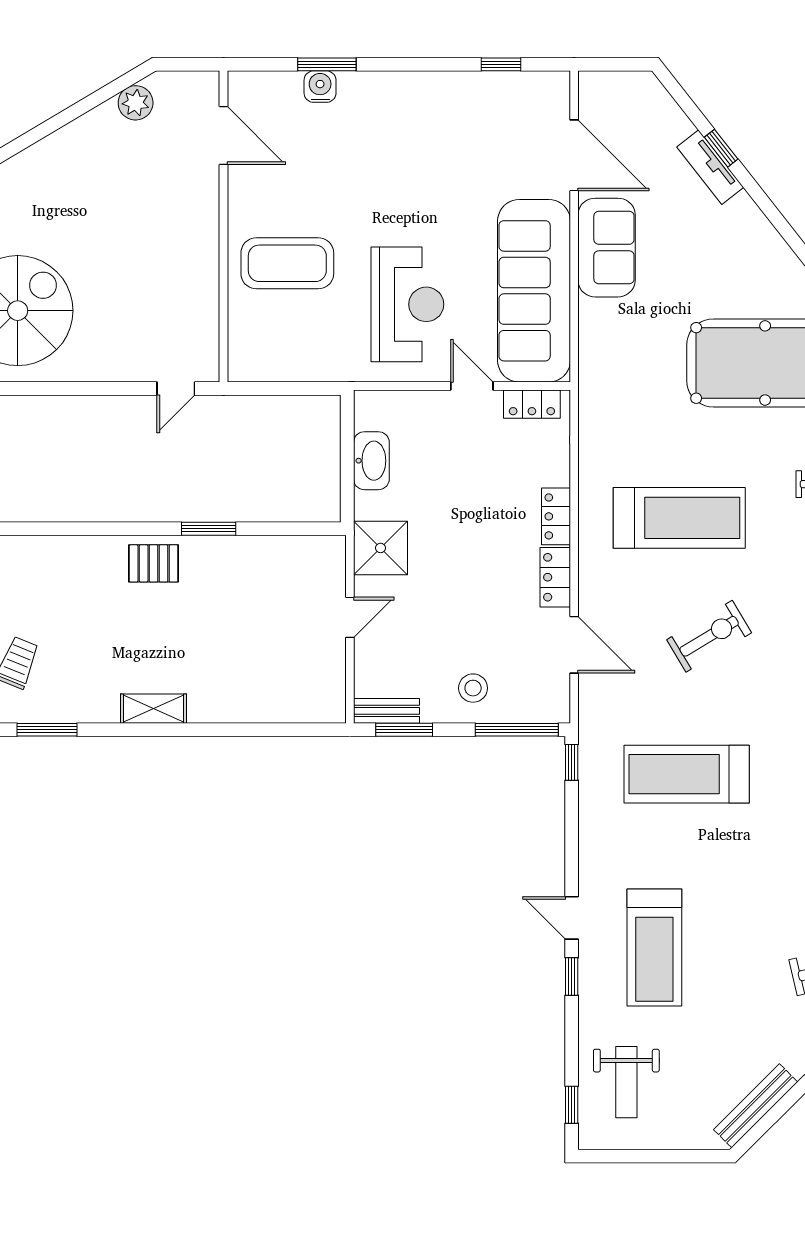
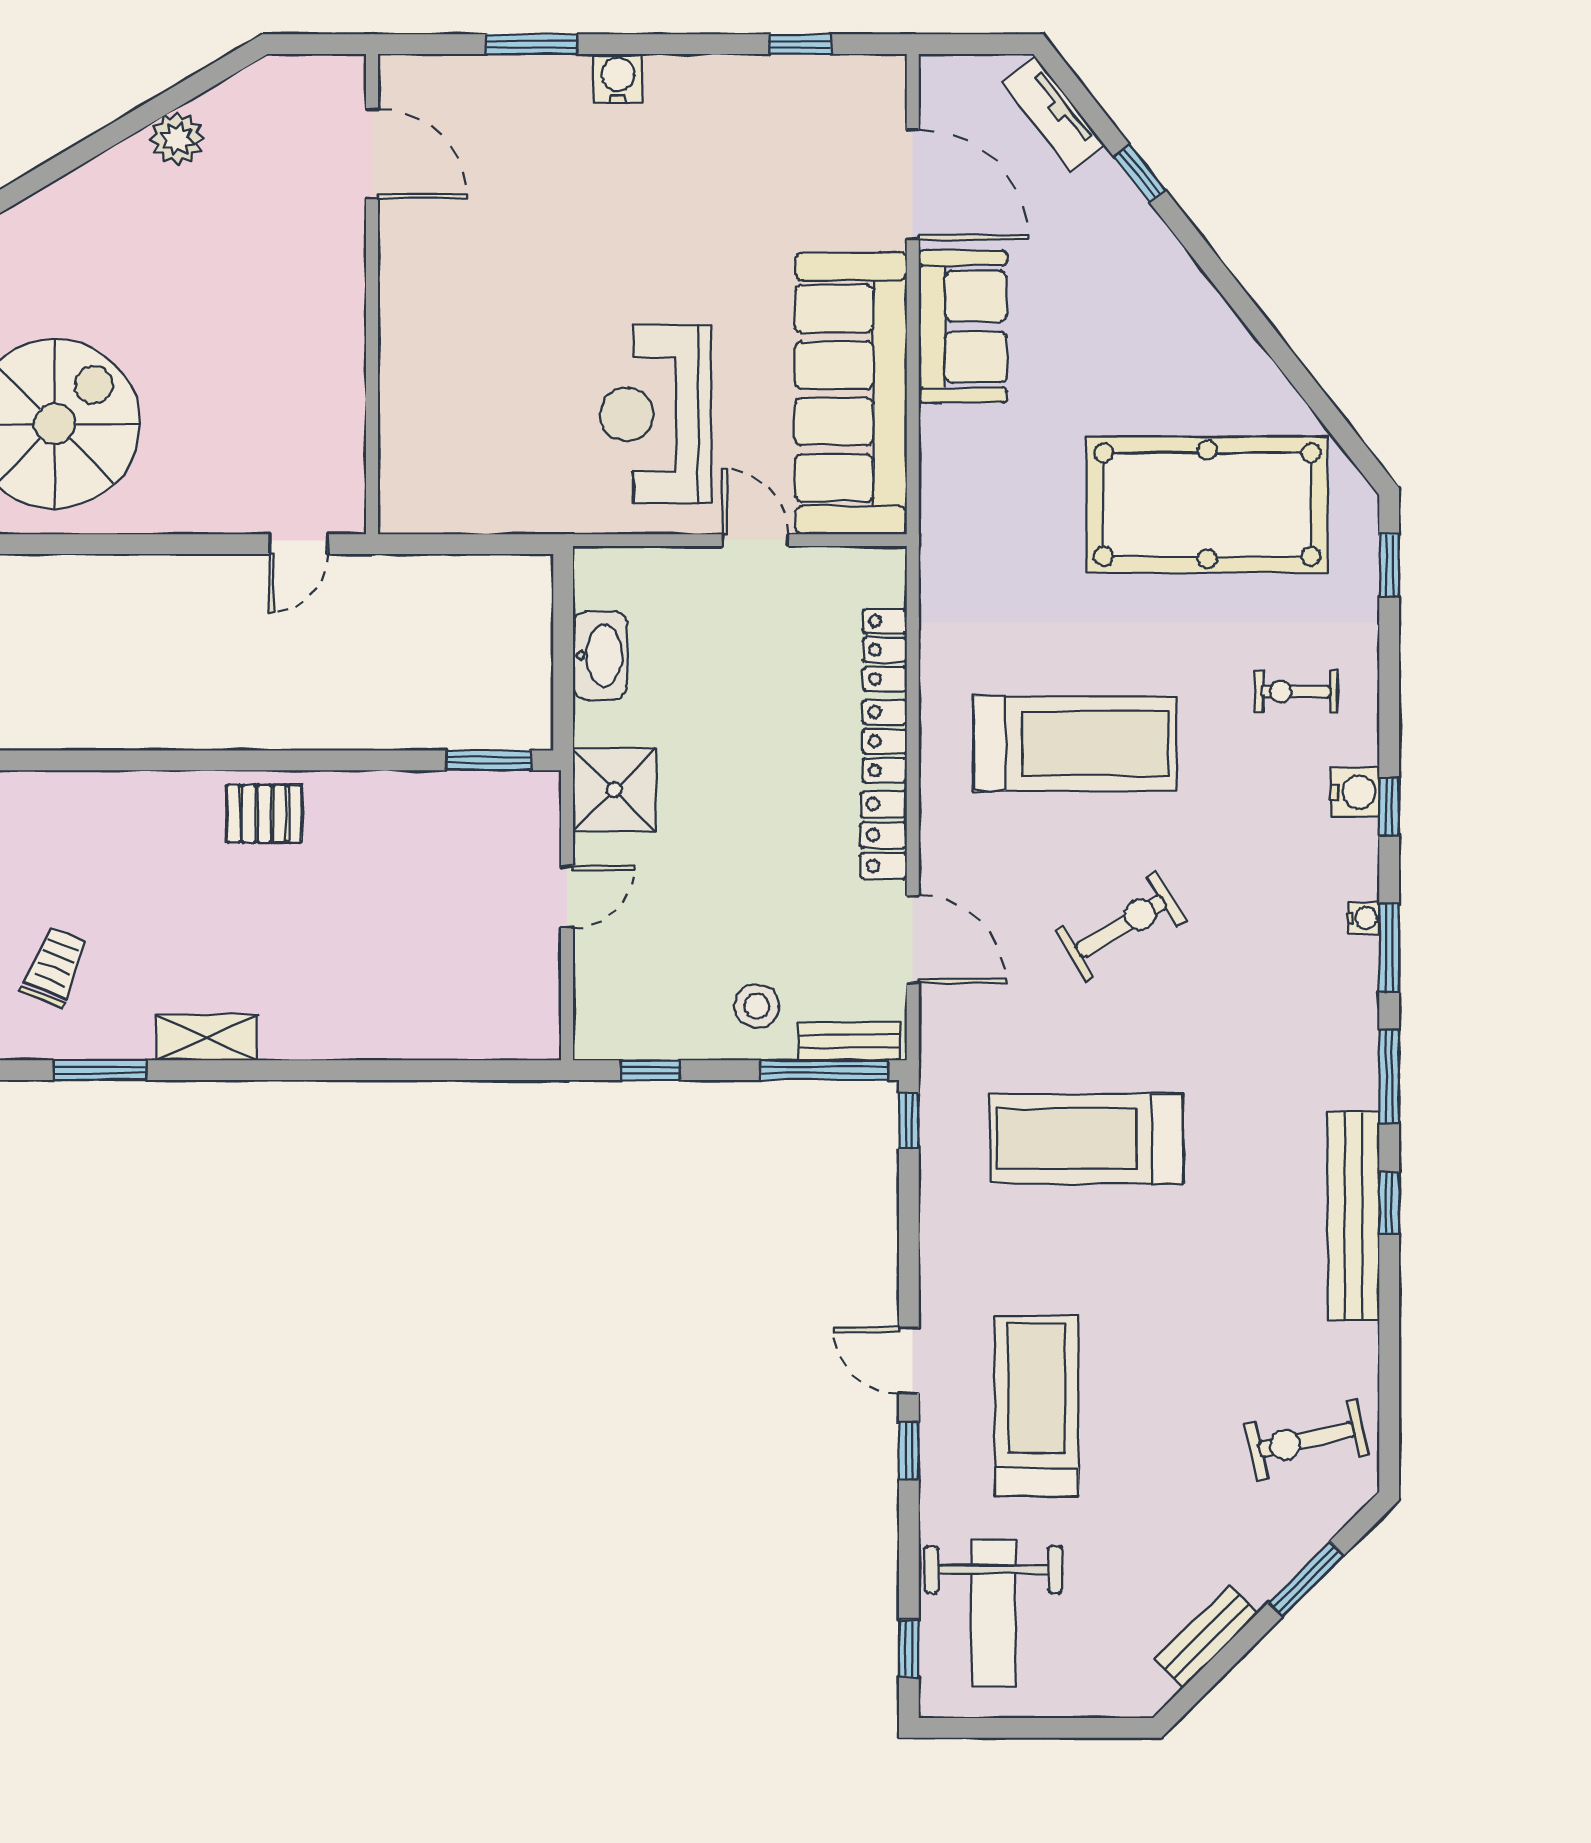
water cooler: (320, 87) -> (618, 78), moved
plant: (136, 103) -> (177, 139), moved
tv unit: (710, 167) -> (1053, 114), moved
coffee table: (287, 263) -> (470, 351), removed
reception desk: (407, 304) -> (656, 414), turned 180
locker: (532, 404) -> (885, 650), moved, turned 90
window: (209, 529) -> (489, 760), moved
shelving: (153, 709) -> (206, 1038), moved
bench: (386, 711) -> (850, 1041), moved
window: (404, 730) -> (651, 1070), width x0.67
treadmill: (654, 948) -> (1037, 1406), turned 180
weight bench: (626, 1082) -> (993, 1614), width x1.36, depth x1.33
bench: (756, 1106) -> (1206, 1637), width x0.73

